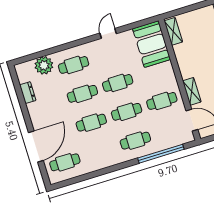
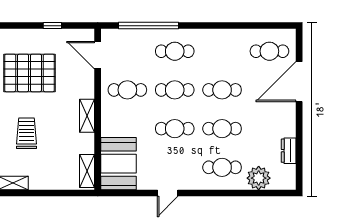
shelving: (192, 91) -> (87, 116), moved

